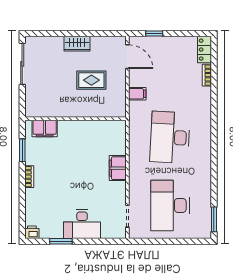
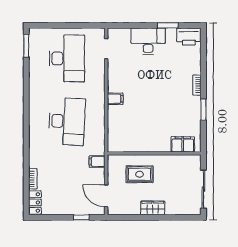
wall: (75, 119) -> (154, 153), moved
filing cabinet: (45, 128) -> (183, 144), moved
filing cabinet: (118, 168) -> (115, 99), width x0.50
printer: (32, 232) -> (189, 37), width x1.87, depth x1.48

